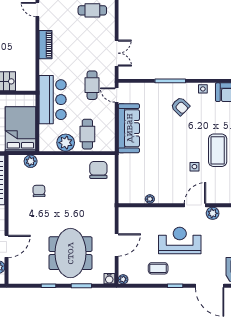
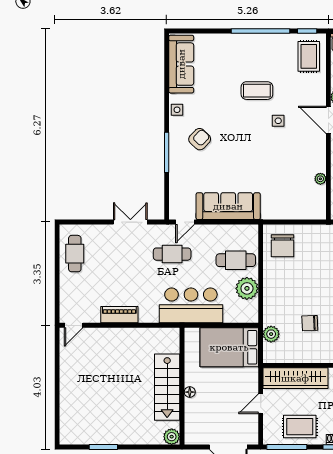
coffee table: (218, 150) -> (257, 91), width x0.73, depth x0.76
chair: (98, 170) -> (282, 246), turned -90

